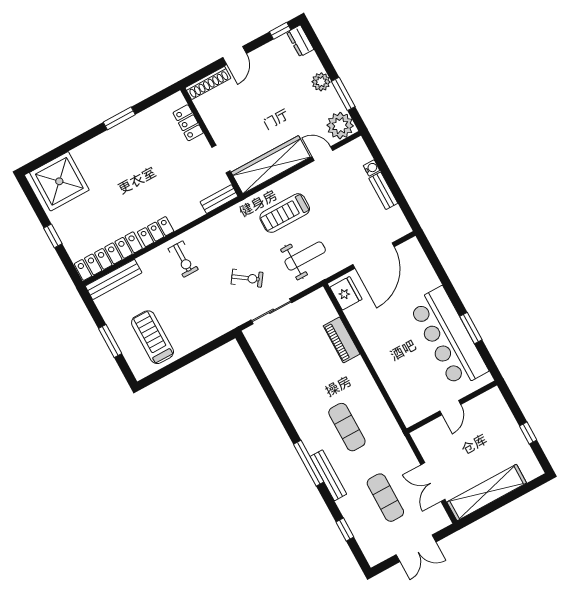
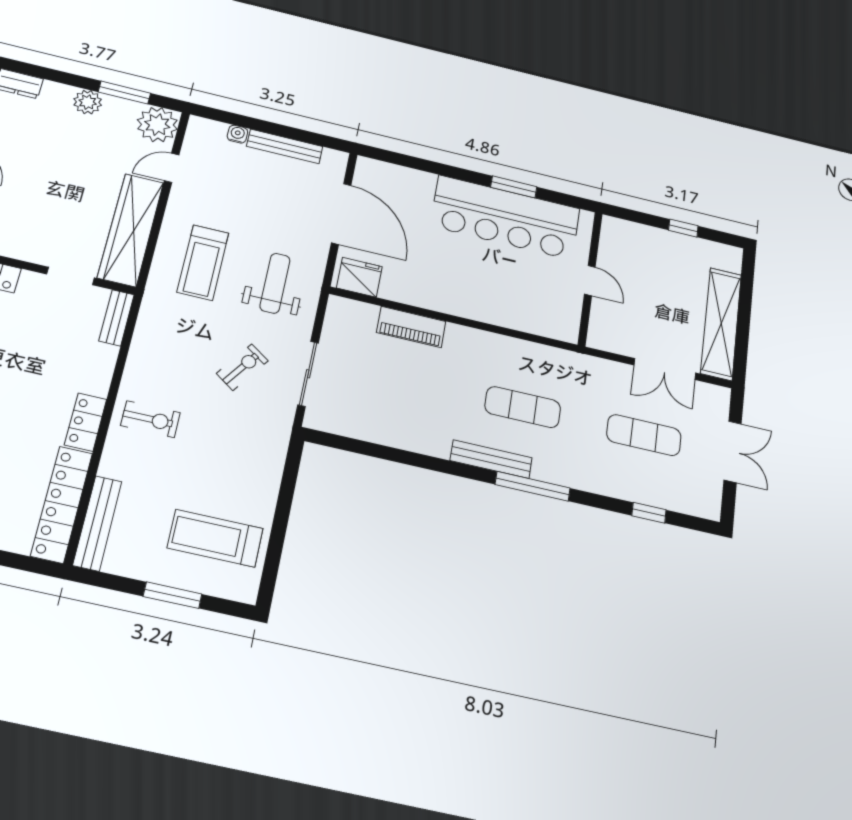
bench: (383, 191) -> (285, 146), width x1.36
bench: (328, 475) -> (491, 459), moved

